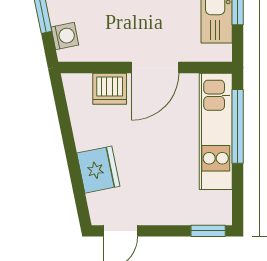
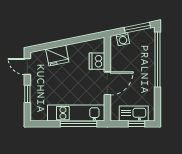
door: (155, 67) -> (107, 83), swing flipped
window: (208, 231) -> (27, 94), moved

